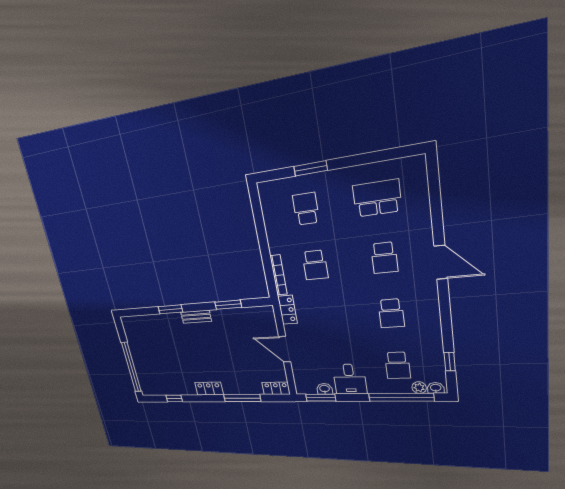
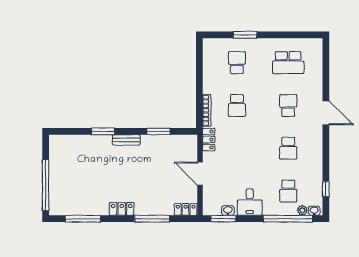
school desk: (377, 198) -> (288, 63), turned 180
school desk: (384, 258) -> (288, 105), turned 180
window: (174, 398) -> (83, 219), width x2.17

